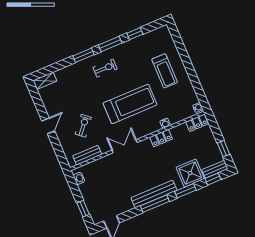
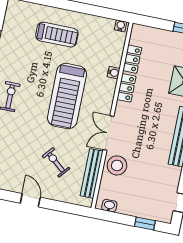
treadmill: (130, 104) -> (67, 96), turned 180
locker: (197, 123) -> (132, 59), moved
bench: (87, 155) -> (92, 173), width x1.36
stool: (108, 166) -> (117, 165), added

